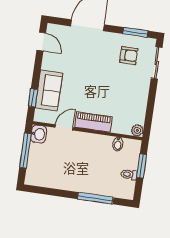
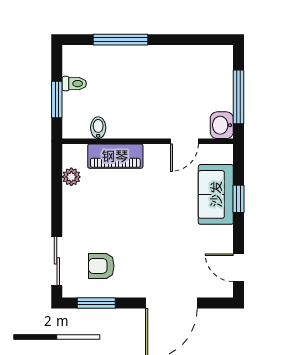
window: (33, 98) -> (239, 199), moved
piano: (93, 122) -> (115, 156), moved
plant: (137, 130) -> (71, 177), moved

